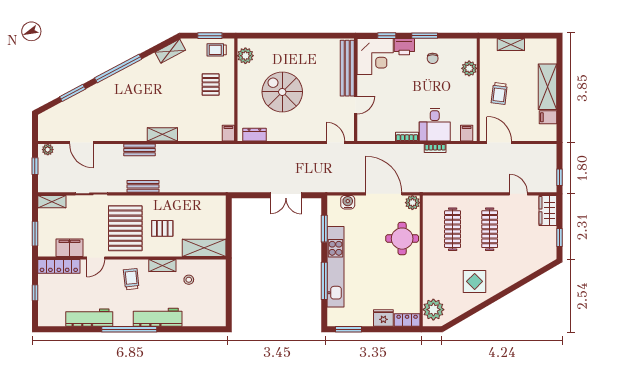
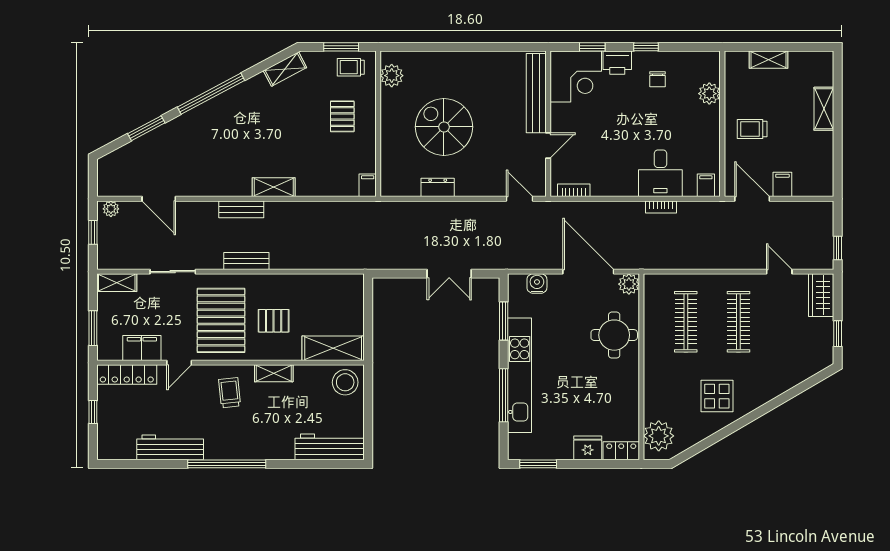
window: (425, 36) -> (646, 47), width x0.67
shelving: (548, 87) -> (824, 109), width x0.67, depth x0.75
trolley: (499, 93) -> (752, 129), turned 83
filing cabinet: (548, 117) -> (782, 184), moved, turned 90
dresser: (254, 135) -> (438, 187), moved
bookcase: (407, 137) -> (574, 190), moved
stool: (189, 280) -> (345, 382), moved, width x1.89, depth x1.89
workbench: (158, 317) -> (330, 447), moved

